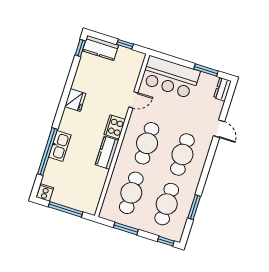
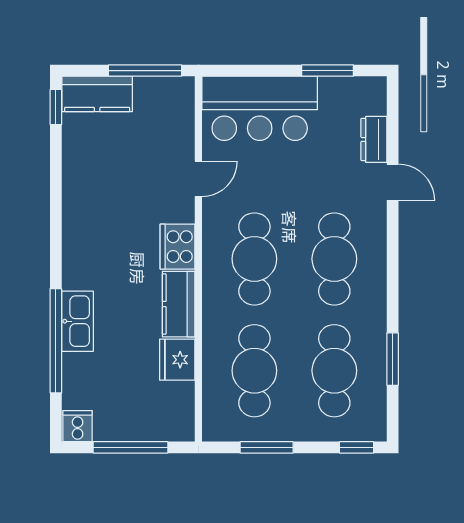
window: (125, 44) -> (145, 71), width x2.17
dresser: (222, 89) -> (374, 139), moved
fridge: (75, 100) -> (177, 360), moved, turned 180

